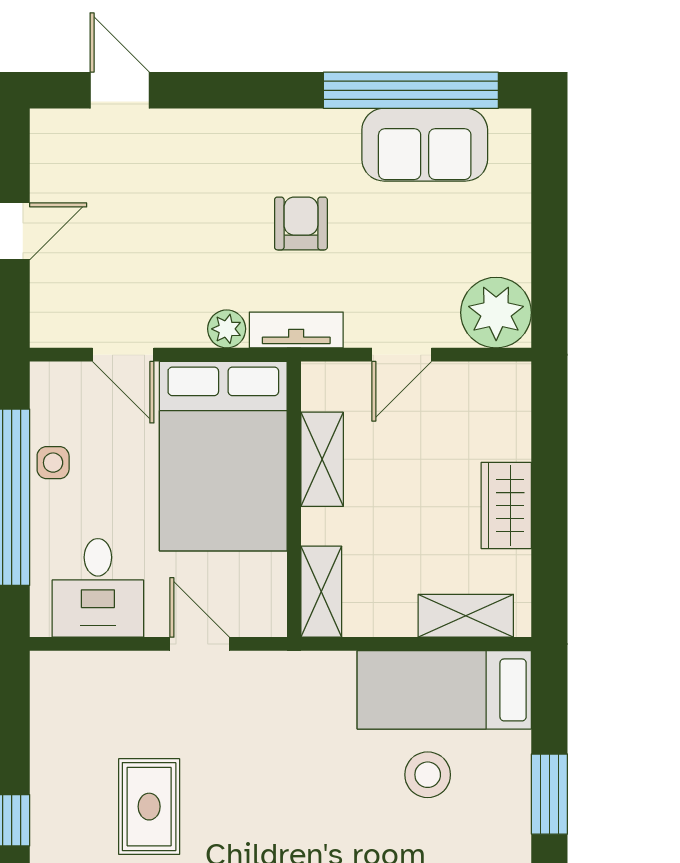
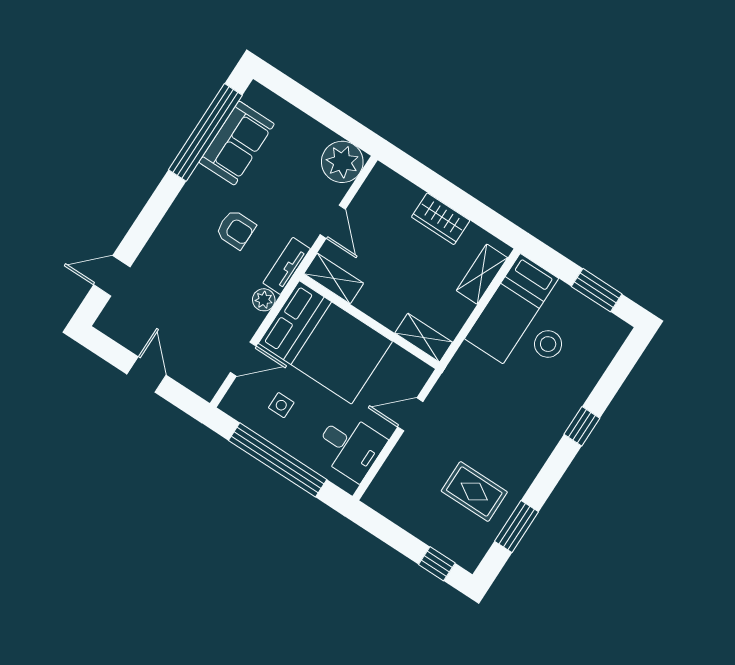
armchair: (301, 223) -> (236, 229), turned 180
shelving: (322, 459) -> (334, 278), moved
side table: (53, 463) -> (281, 405), moved

